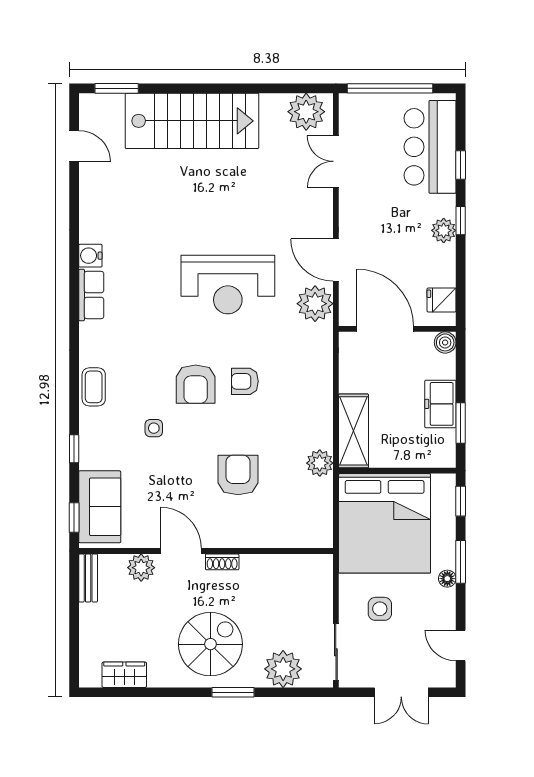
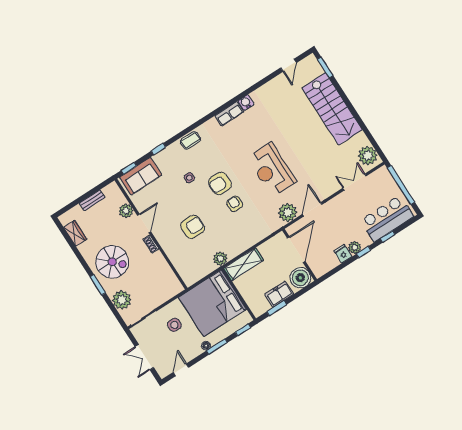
fridge: (442, 300) -> (343, 254), moved
boiler: (445, 342) -> (300, 278), width x1.86, depth x1.86
bench: (88, 578) -> (92, 200), moved

